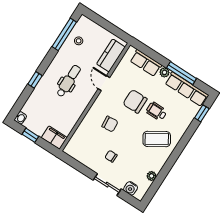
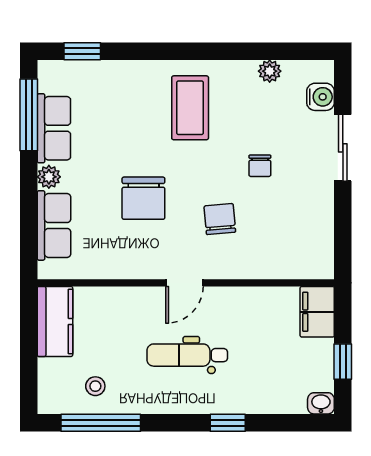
kitchen counter: (111, 55) -> (55, 321), moved, turned -90
window: (182, 73) -> (29, 115), moved
door: (104, 83) -> (184, 283), moved
row of seats: (187, 89) -> (54, 128), width x0.68
wheelchair: (156, 111) -> (136, 143), removed
coffee table: (157, 139) -> (190, 108), turned 32
chair: (111, 156) -> (260, 166), moved

